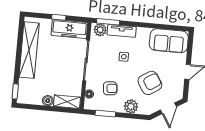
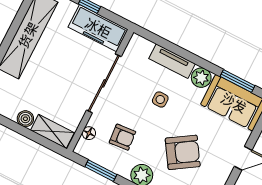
window: (108, 22) -> (237, 81), moved
plant: (100, 30) -> (201, 78), moved

